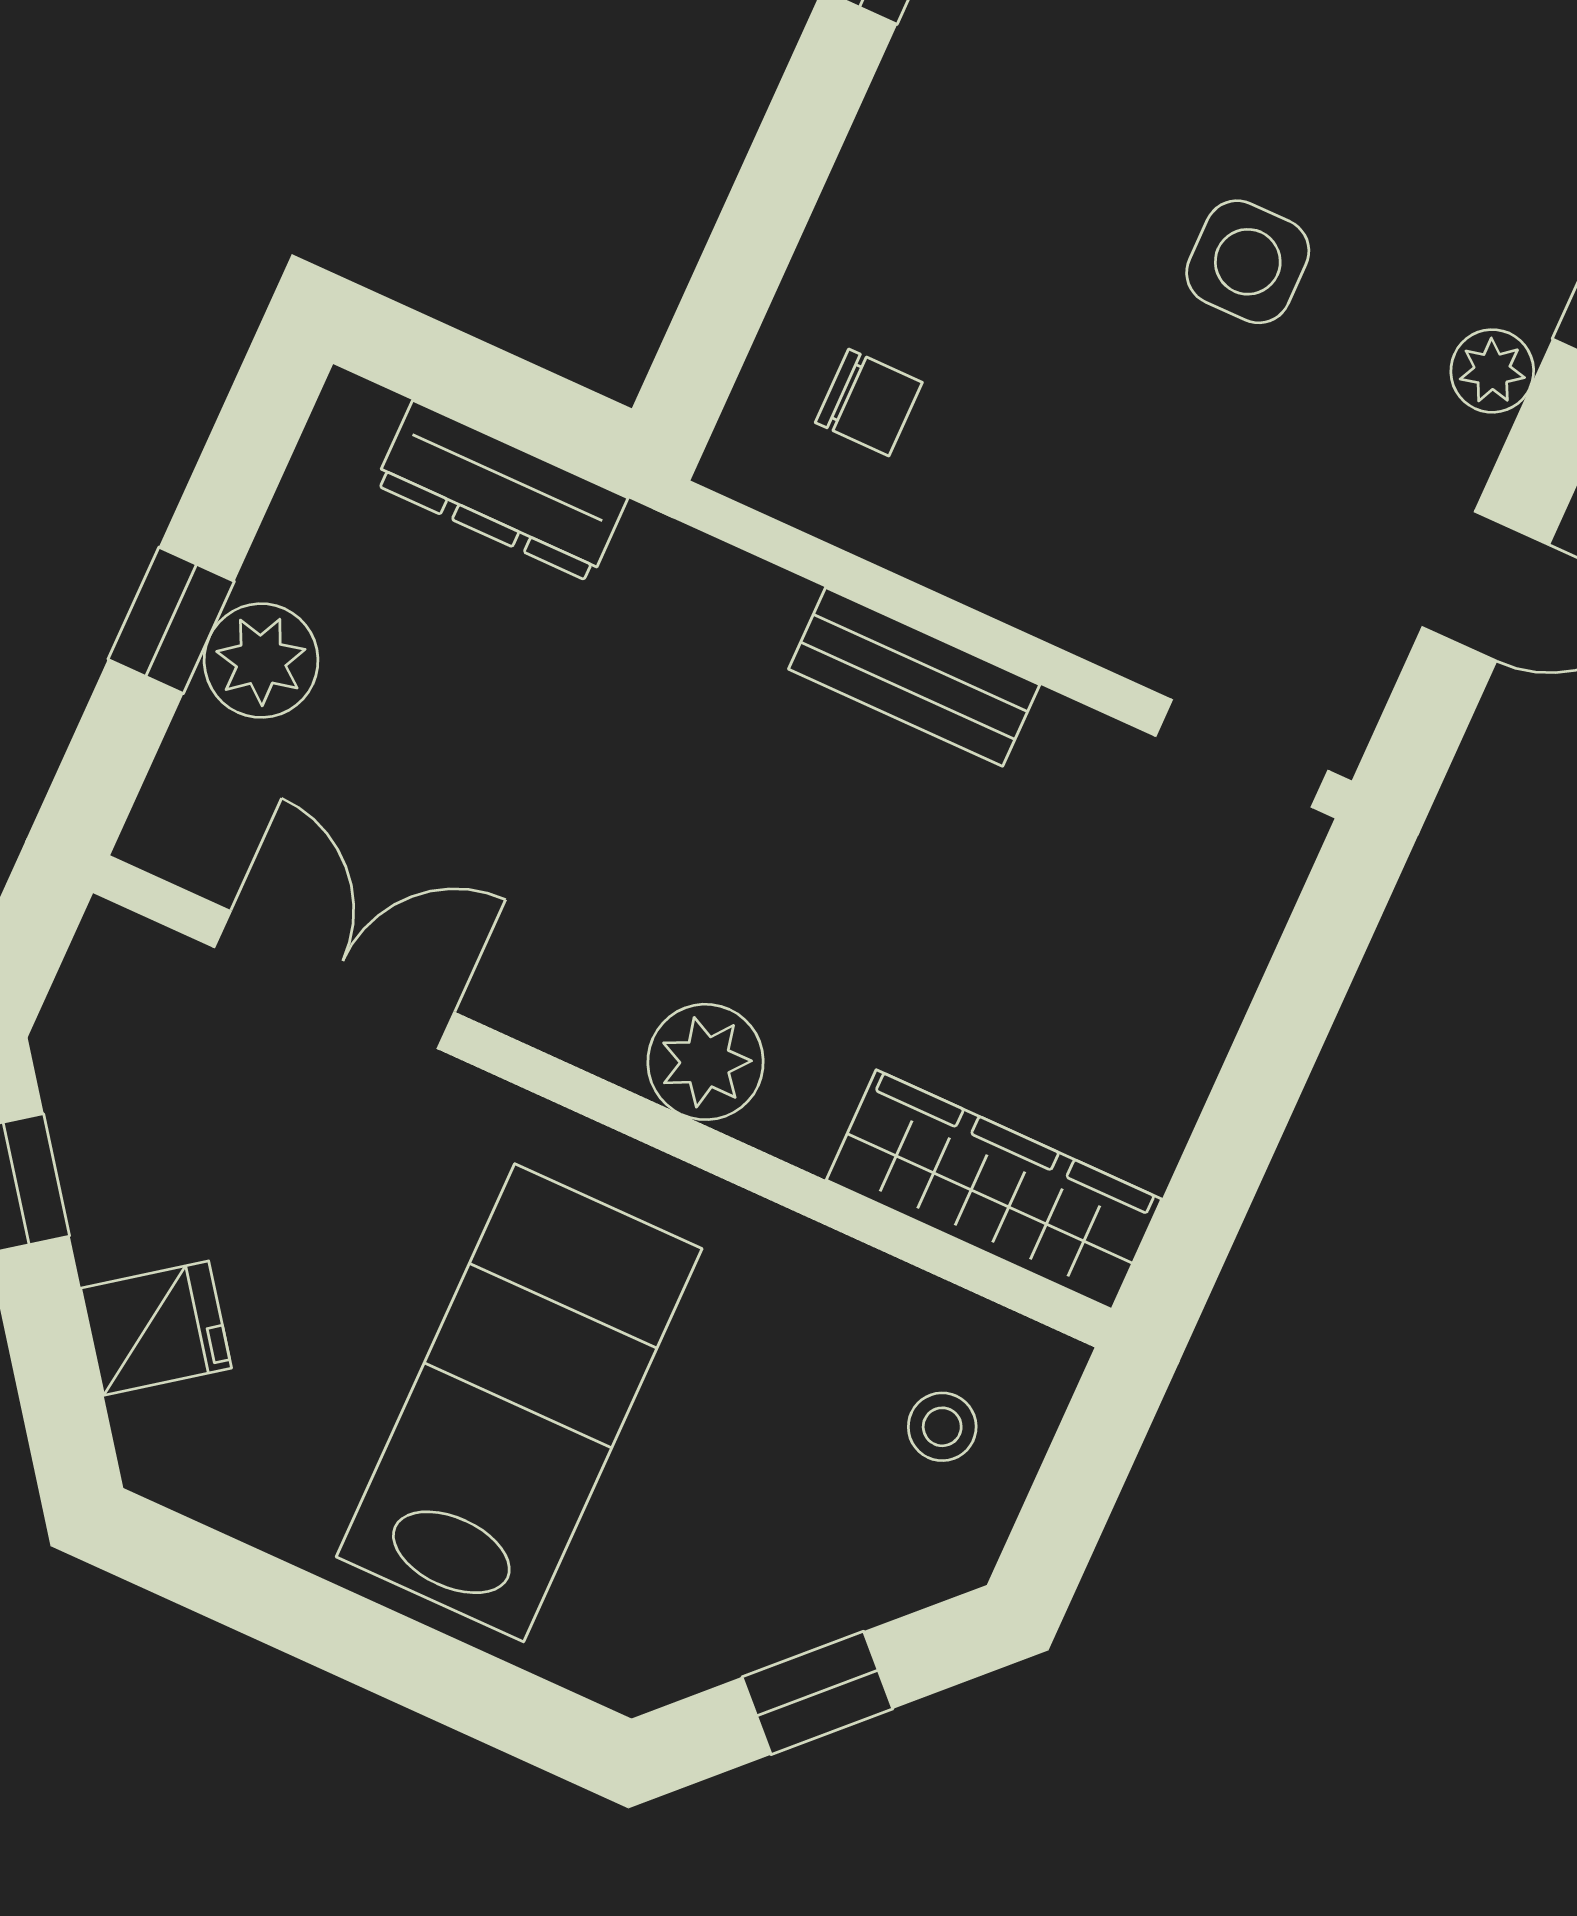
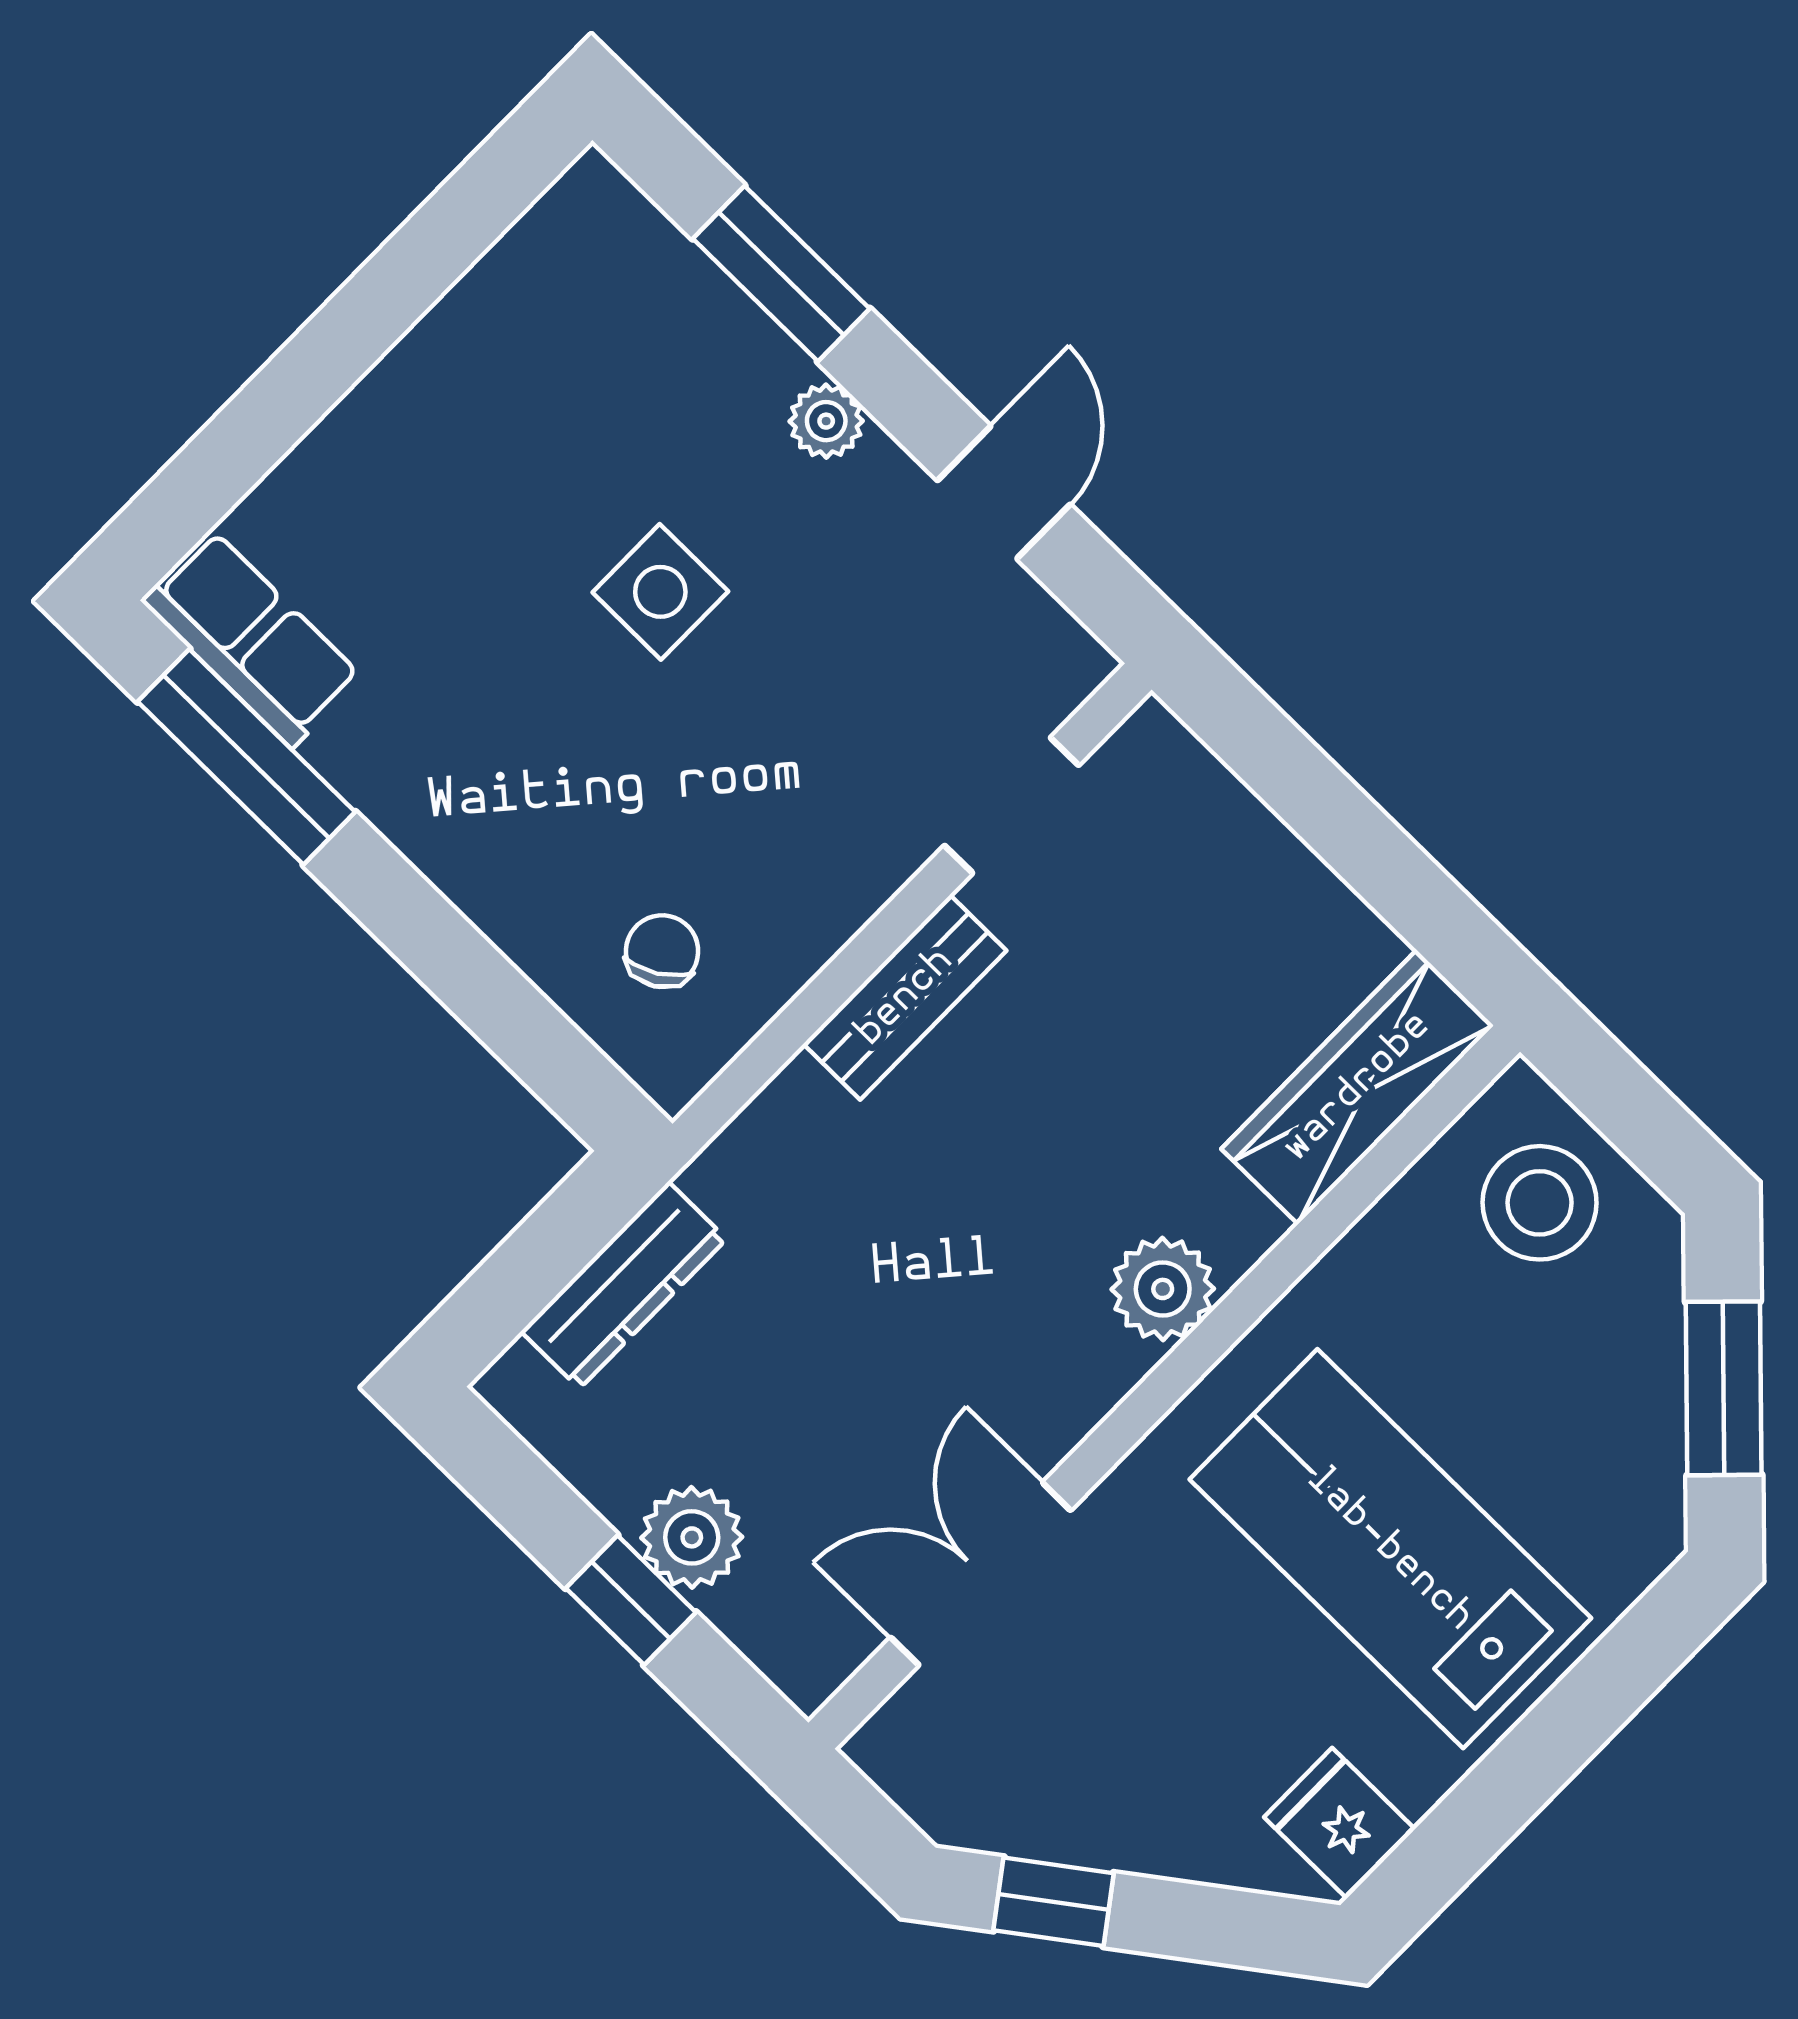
chair: (869, 402) -> (662, 951), turned -32
doorway: (1242, 753) -> (1012, 805), moved
fridge: (156, 1328) -> (1340, 1823), moved, turned -54
stool: (942, 1427) -> (1540, 1203), width x1.89, depth x1.89
window: (817, 1693) -> (1724, 1388), width x1.50

